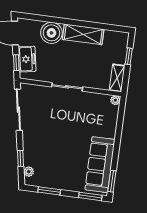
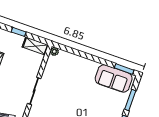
sofa: (100, 165) -> (114, 78), width x0.73
window: (90, 196) -> (130, 100), moved

